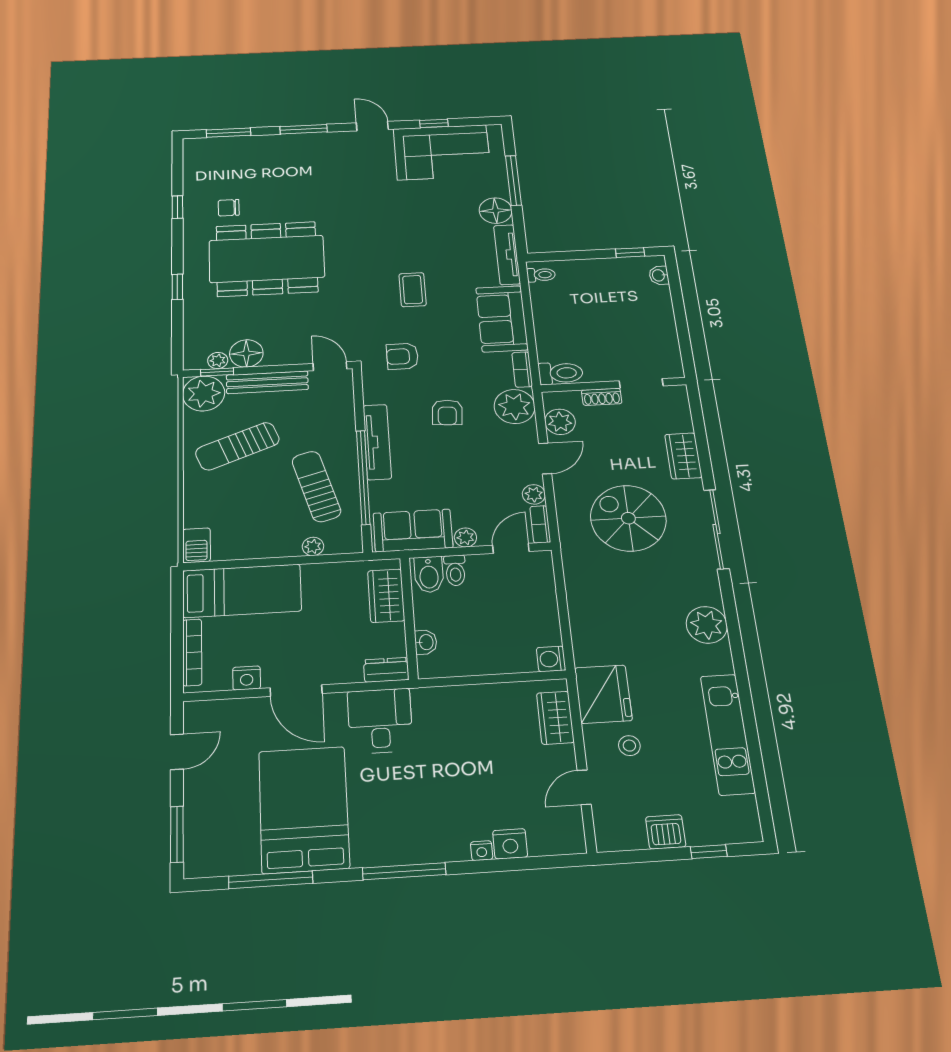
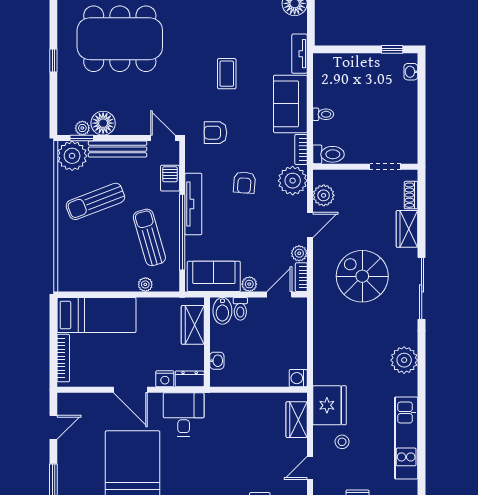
tv unit: (507, 255) -> (300, 54), width x0.71
toilet: (541, 275) -> (323, 114), moved
shoe rack: (602, 397) -> (411, 195), moved, turned 90
barbecue: (196, 545) -> (170, 178), moved, turned 180
nightstand: (247, 678) -> (165, 379), moved

